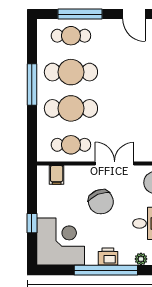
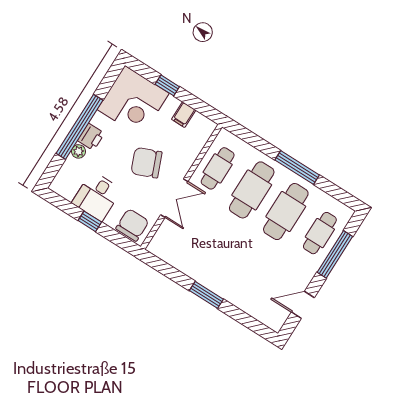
filing cabinet: (57, 175) -> (184, 115), moved, turned -90
plant: (141, 259) -> (78, 151), moved

